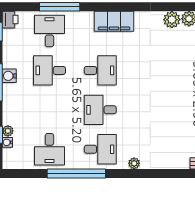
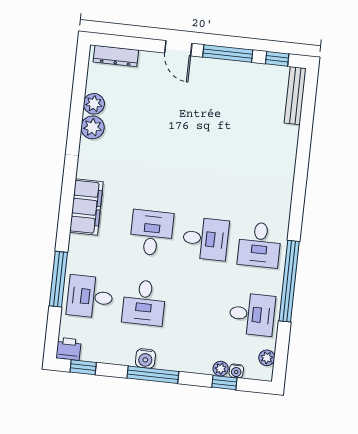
desk: (100, 110) -> (206, 239), turned -90
desk: (100, 149) -> (260, 245), turned 180
plant: (134, 163) -> (267, 358), moved

